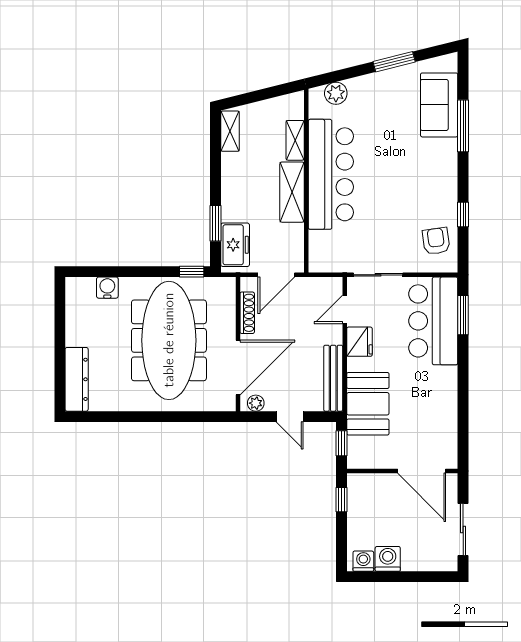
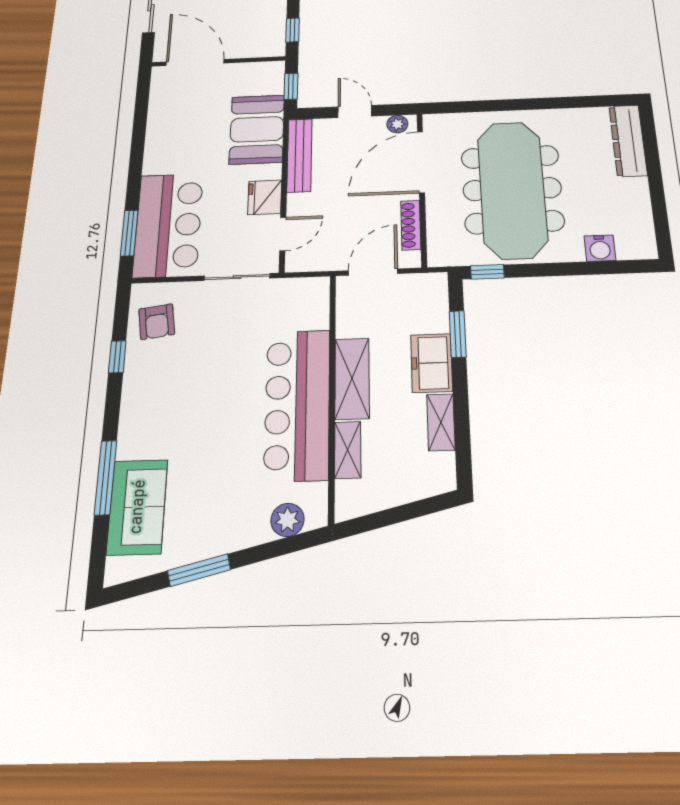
shelving: (230, 131) -> (441, 422), moved
freezer: (235, 245) -> (432, 363), moved

